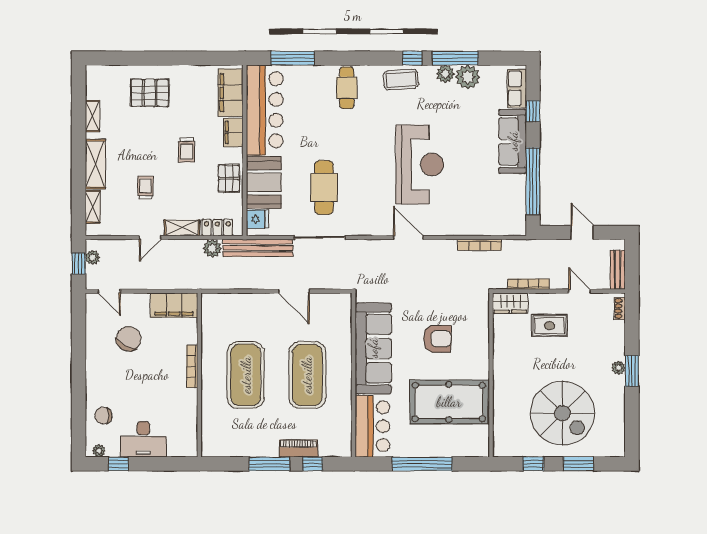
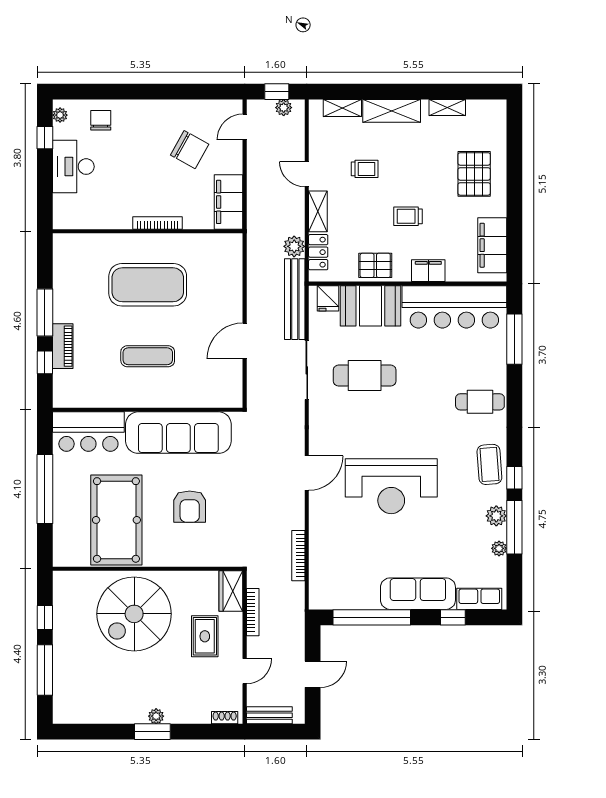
plant: (468, 77) -> (499, 548), width x0.53, depth x0.53
filing cabinet: (230, 93) -> (492, 245), moved, turned -90
exercise mat: (307, 375) -> (148, 356), width x0.50, depth x0.69
spiral stairs: (562, 413) -> (134, 614), moved
window: (578, 464) -> (45, 670), width x1.44

